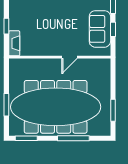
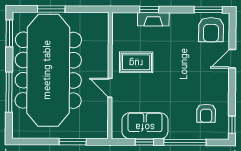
rug: (49, 36) -> (136, 62), added
fireplace: (14, 43) -> (153, 19), moved
window: (113, 110) -> (73, 142), moved

